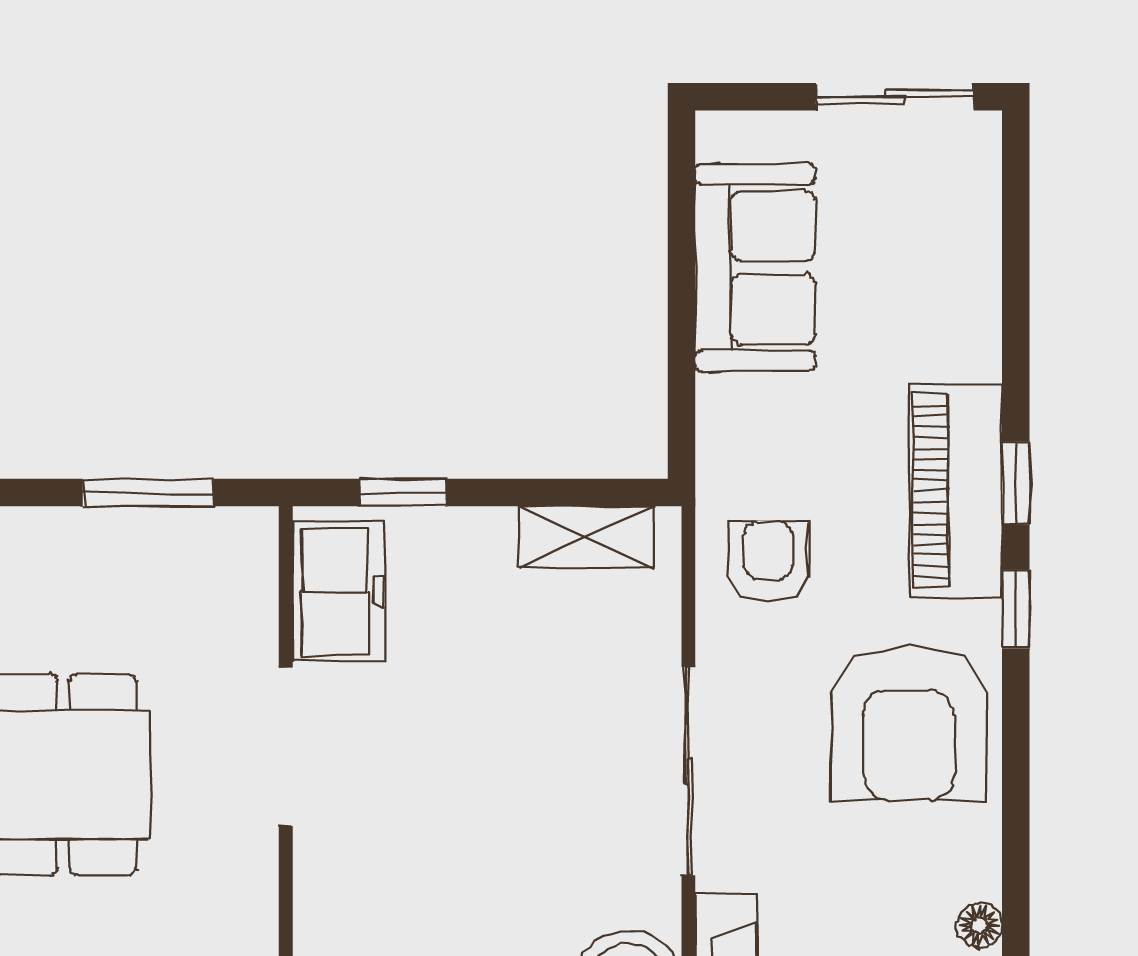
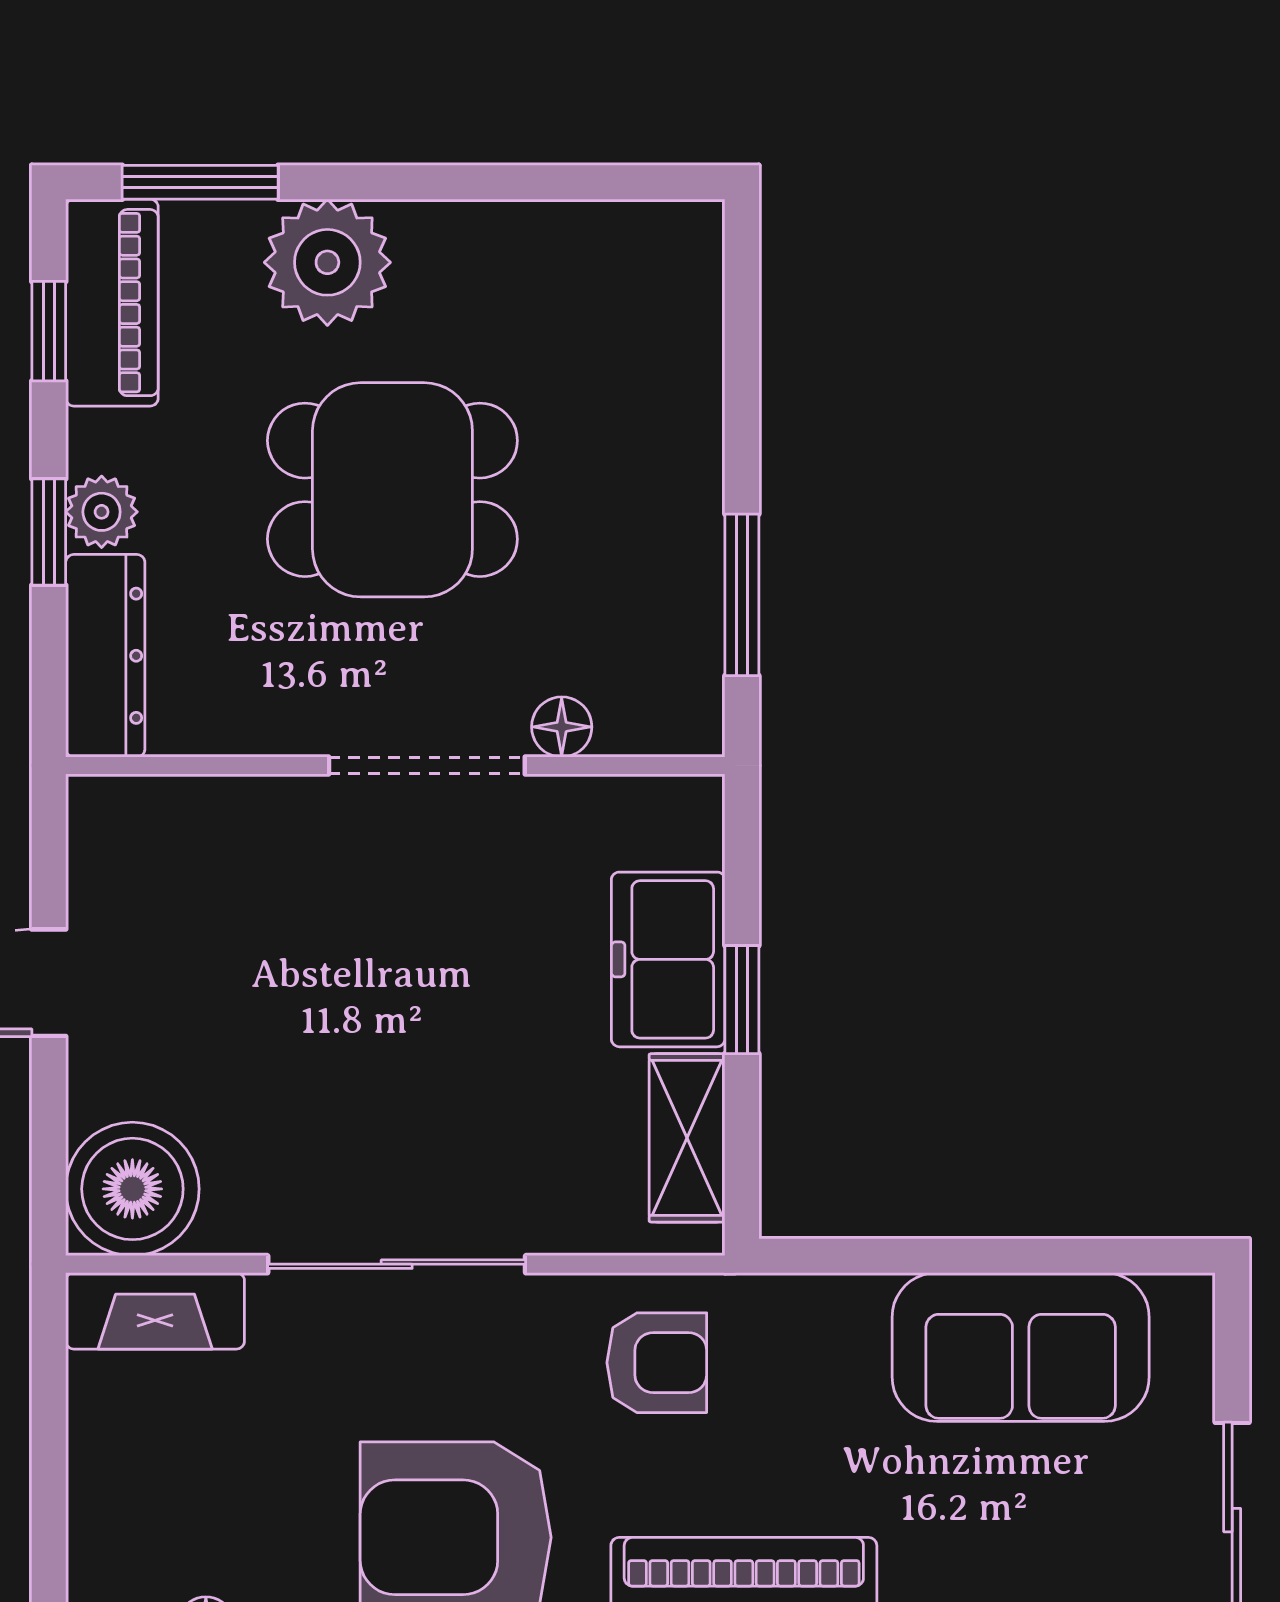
window: (403, 493) -> (742, 1000), moved
freezer: (338, 592) -> (668, 959), moved, turned 90
floor lamp: (255, 638) -> (562, 727), added

